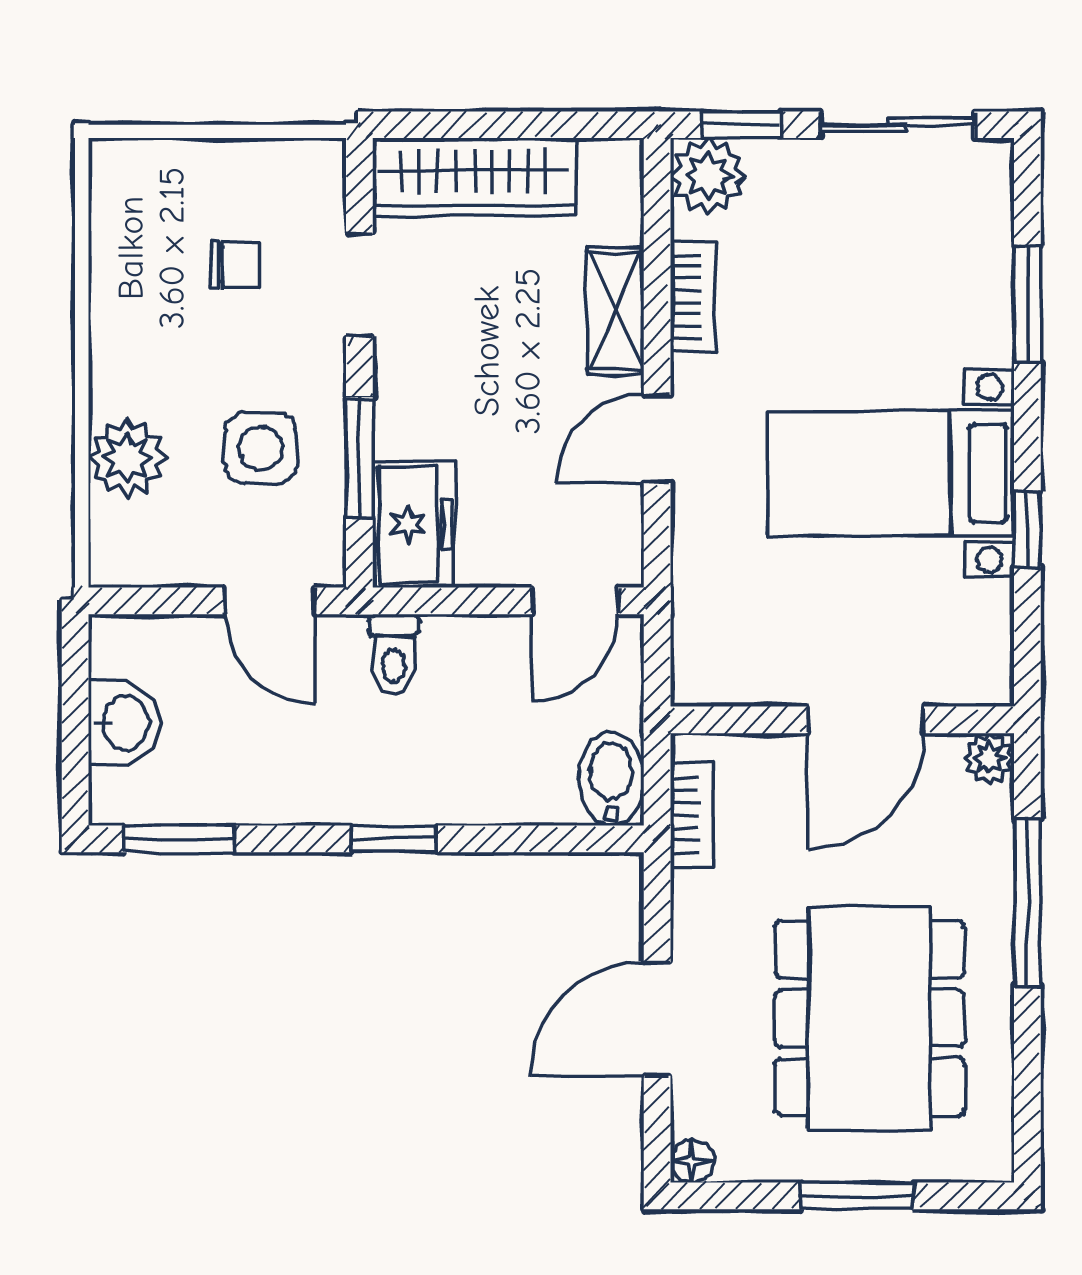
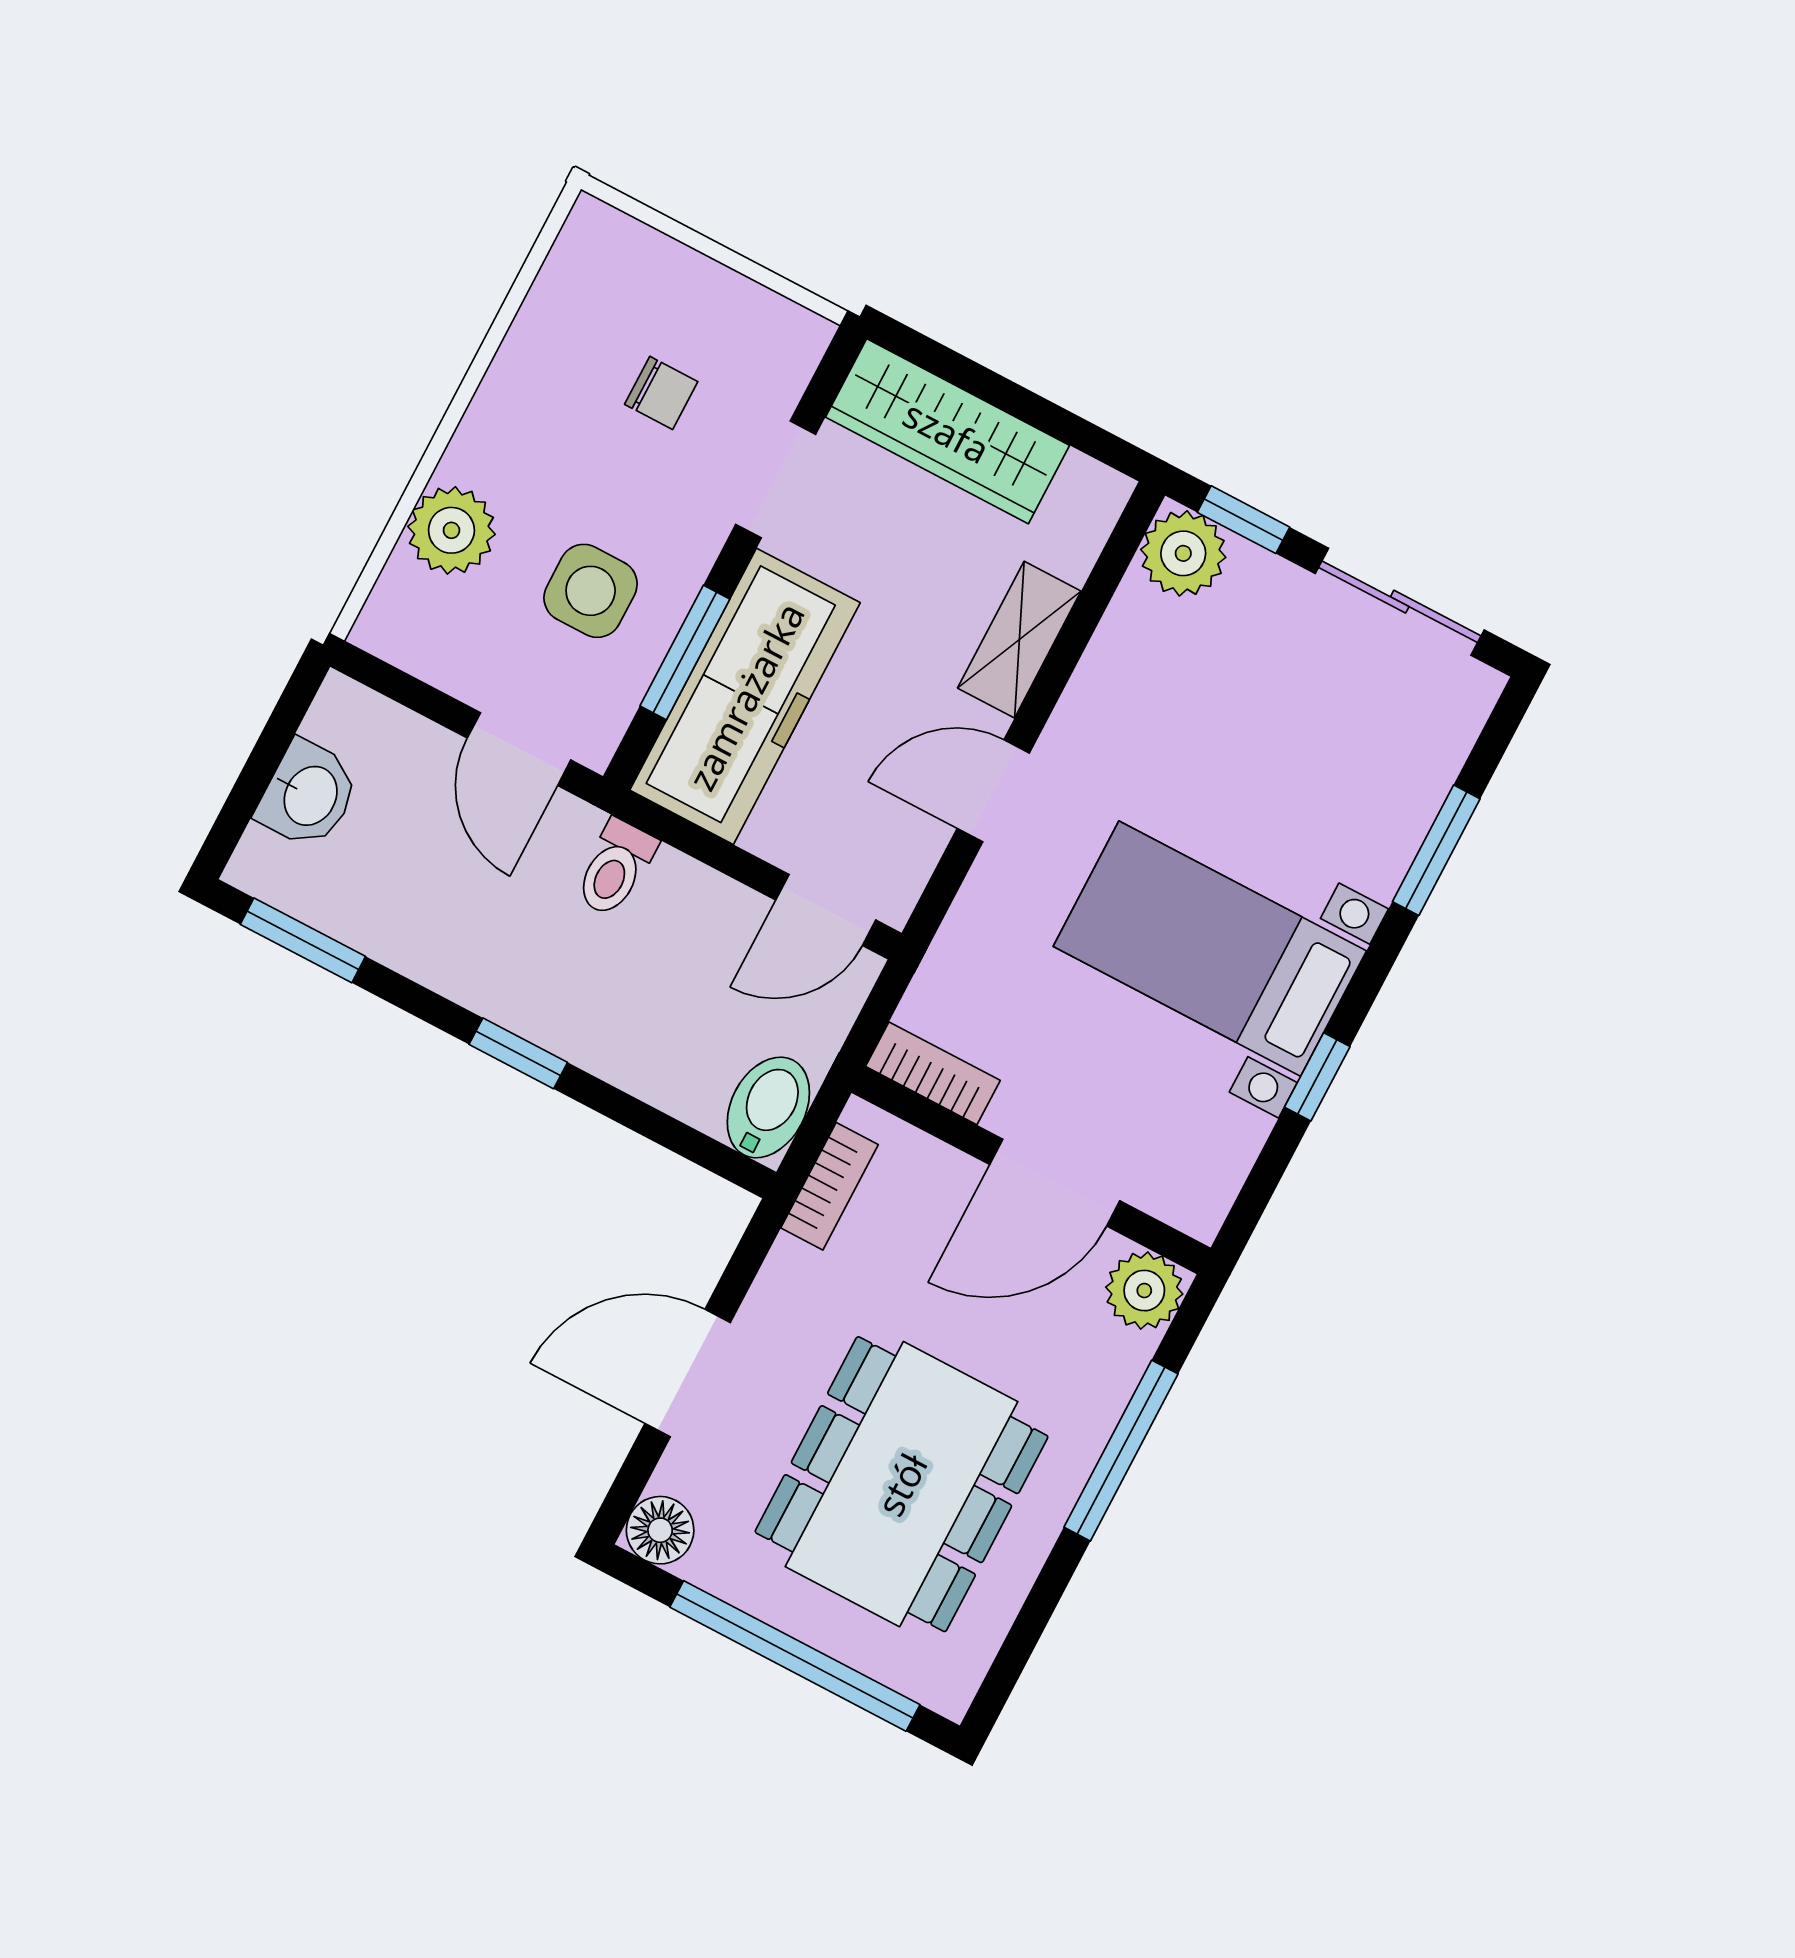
bookcase: (692, 296) -> (933, 1073), moved, turned -90
freezer: (414, 525) -> (745, 696), width x1.91, depth x1.26
plant: (989, 758) -> (1144, 1291), width x1.38, depth x1.38
floor lamp: (692, 1161) -> (660, 1530), width x1.37, depth x1.37
window: (857, 1196) -> (795, 1656), width x2.11

